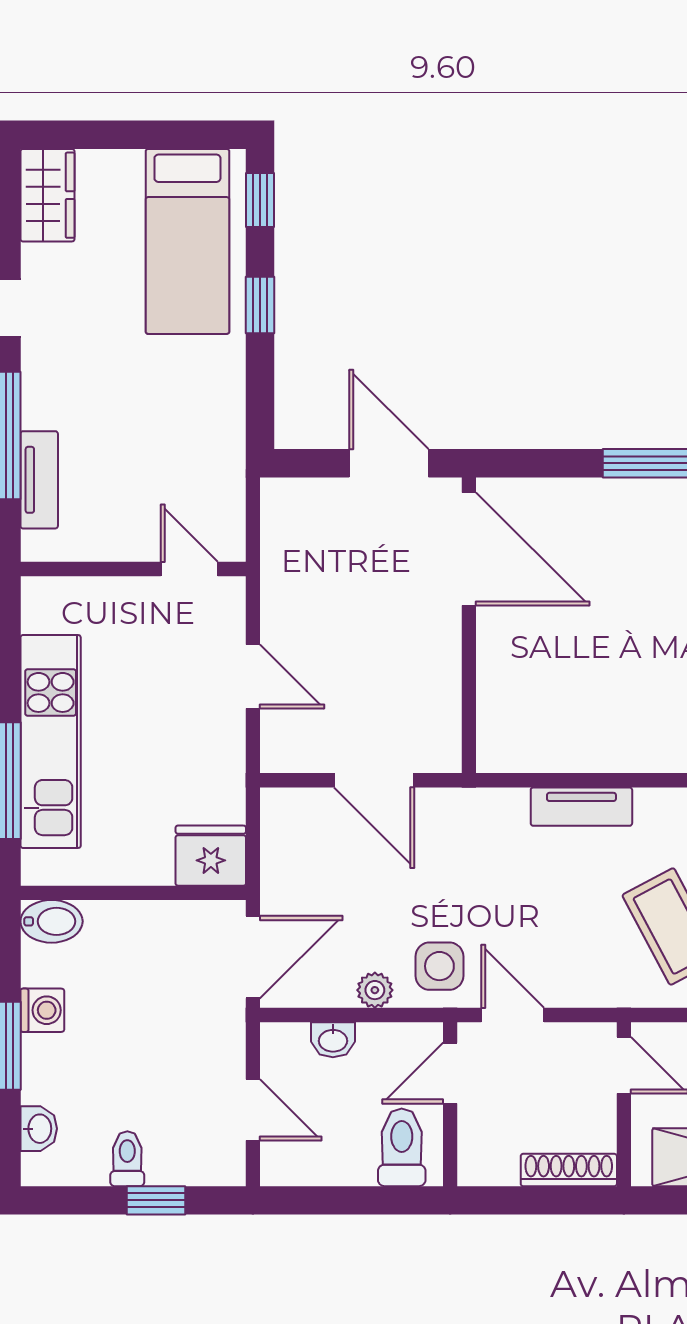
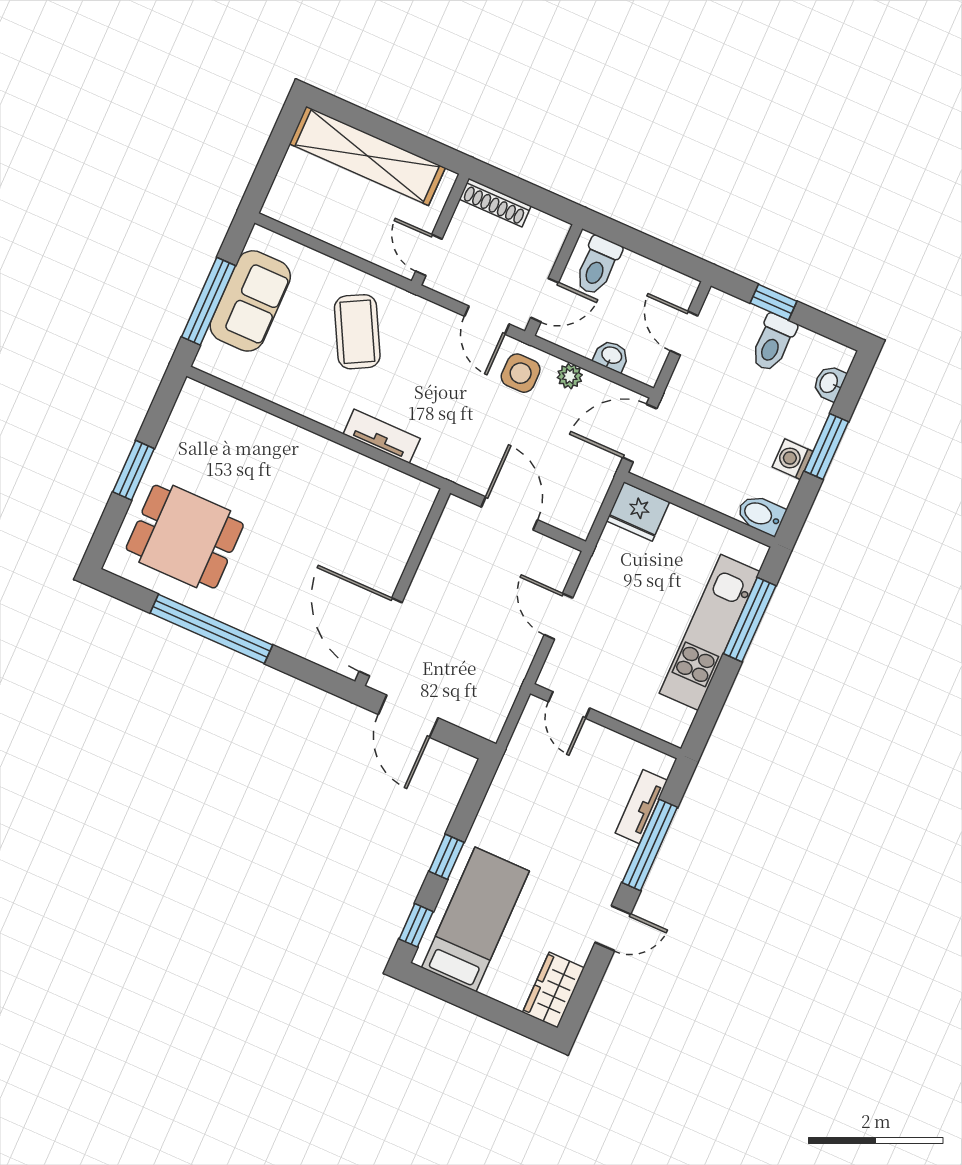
toilet: (127, 1159) -> (773, 343), width x1.37, depth x1.39

